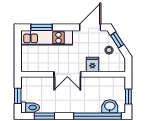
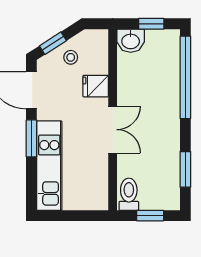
window: (42, 27) -> (31, 138), moved
washbasin: (110, 106) -> (131, 41), moved, turned -90
toilet: (30, 108) -> (129, 194), moved

